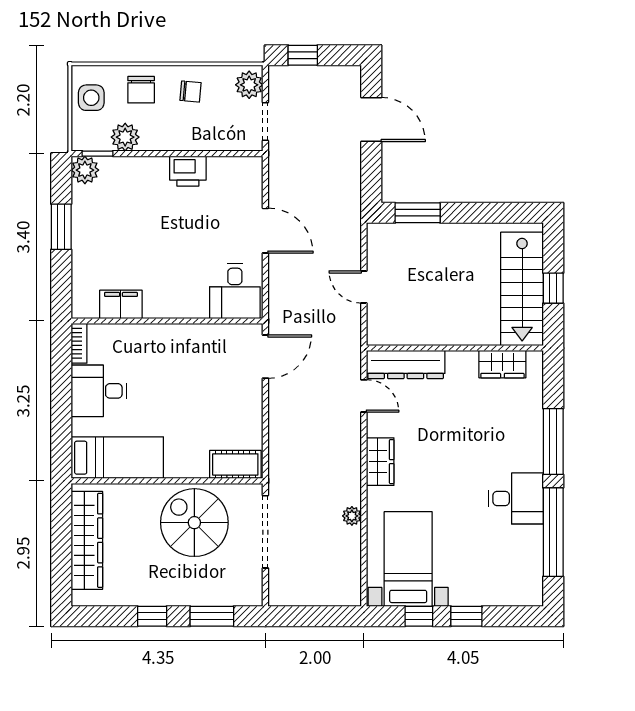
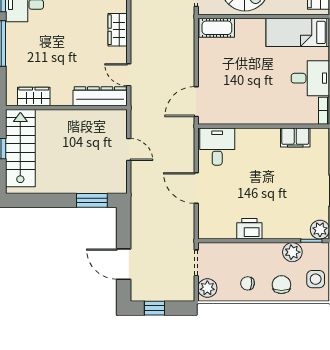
window: (303, 55) -> (155, 308), moved

